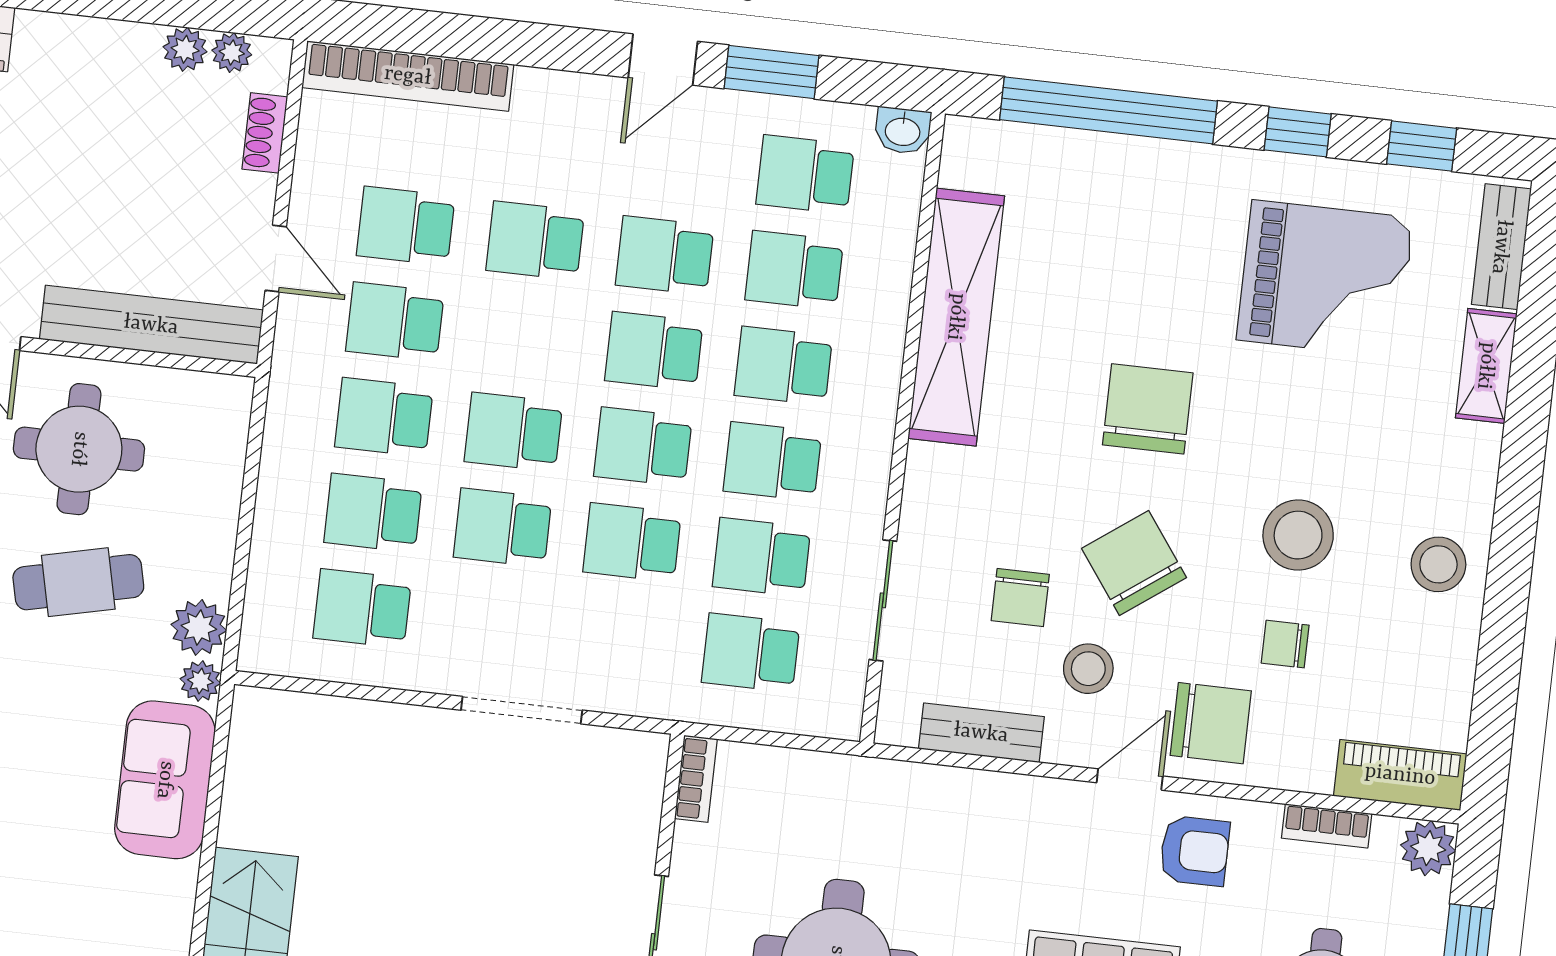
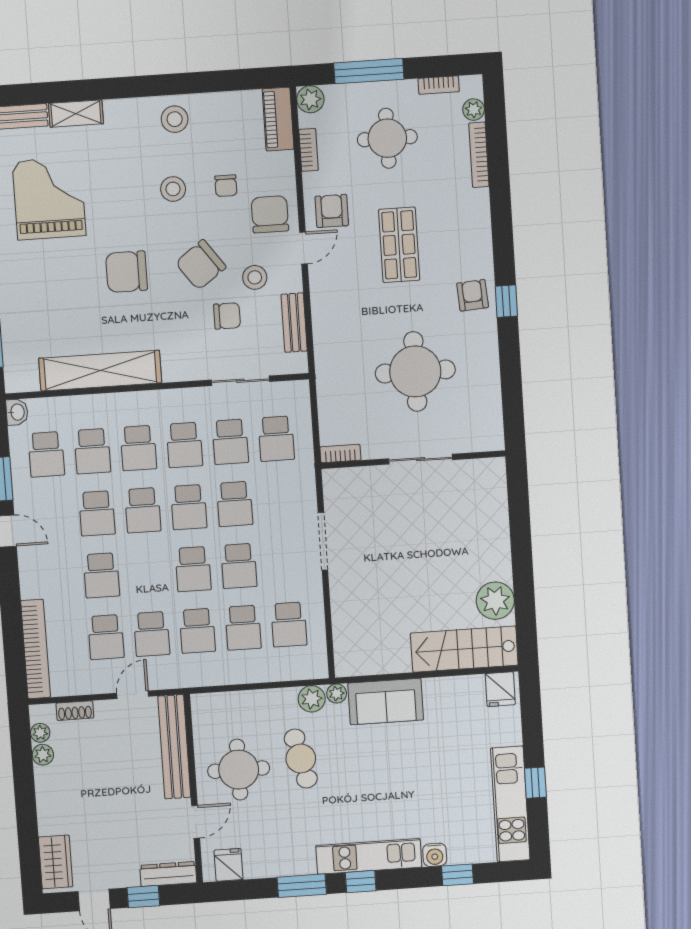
stool: (1298, 535) -> (173, 189), width x0.73, depth x0.73
door: (1130, 779) -> (304, 248), swing flipped

